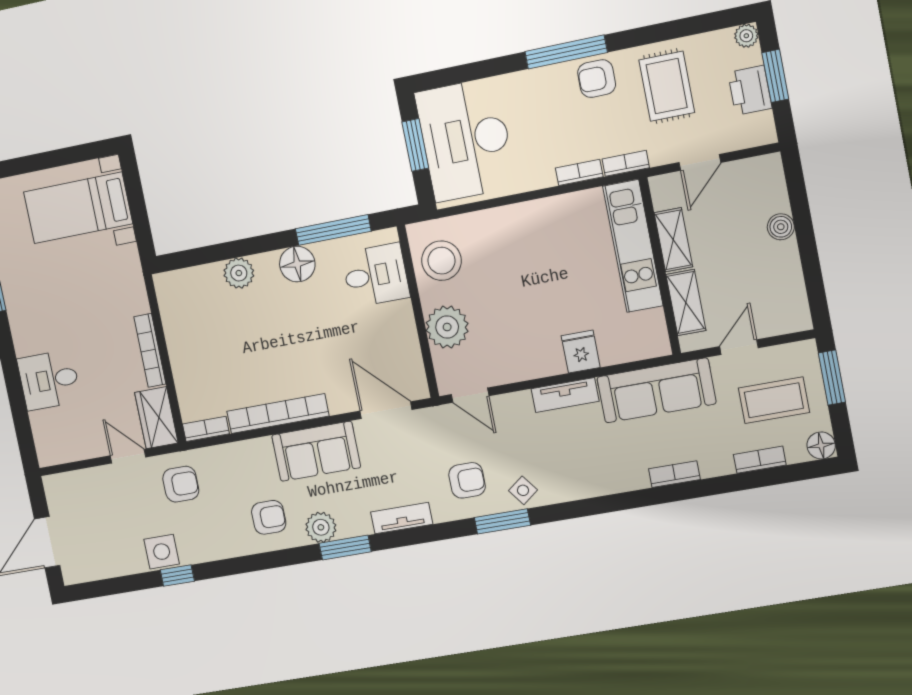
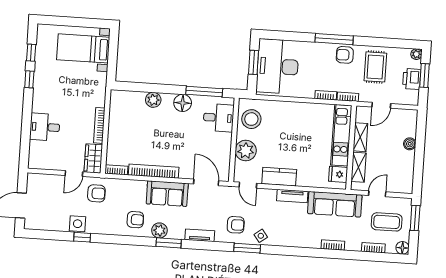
fridge: (581, 352) -> (338, 174), moved, turned -90
kitchen counter: (528, 363) -> (279, 177), added
door: (128, 456) -> (74, 174), swing flipped

